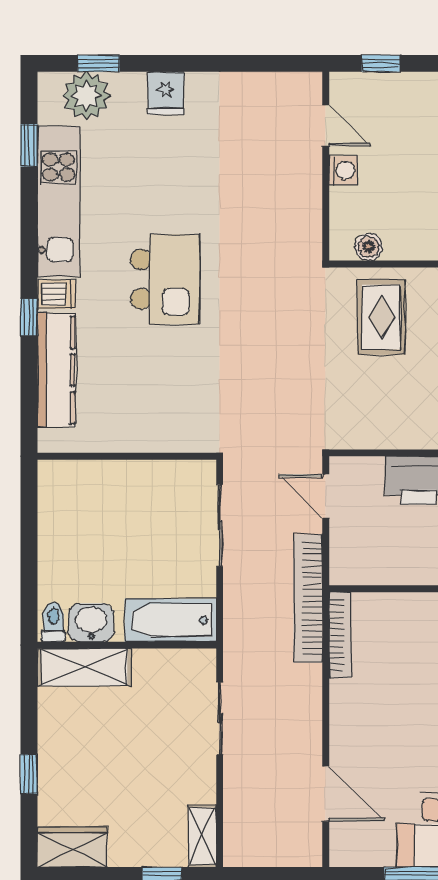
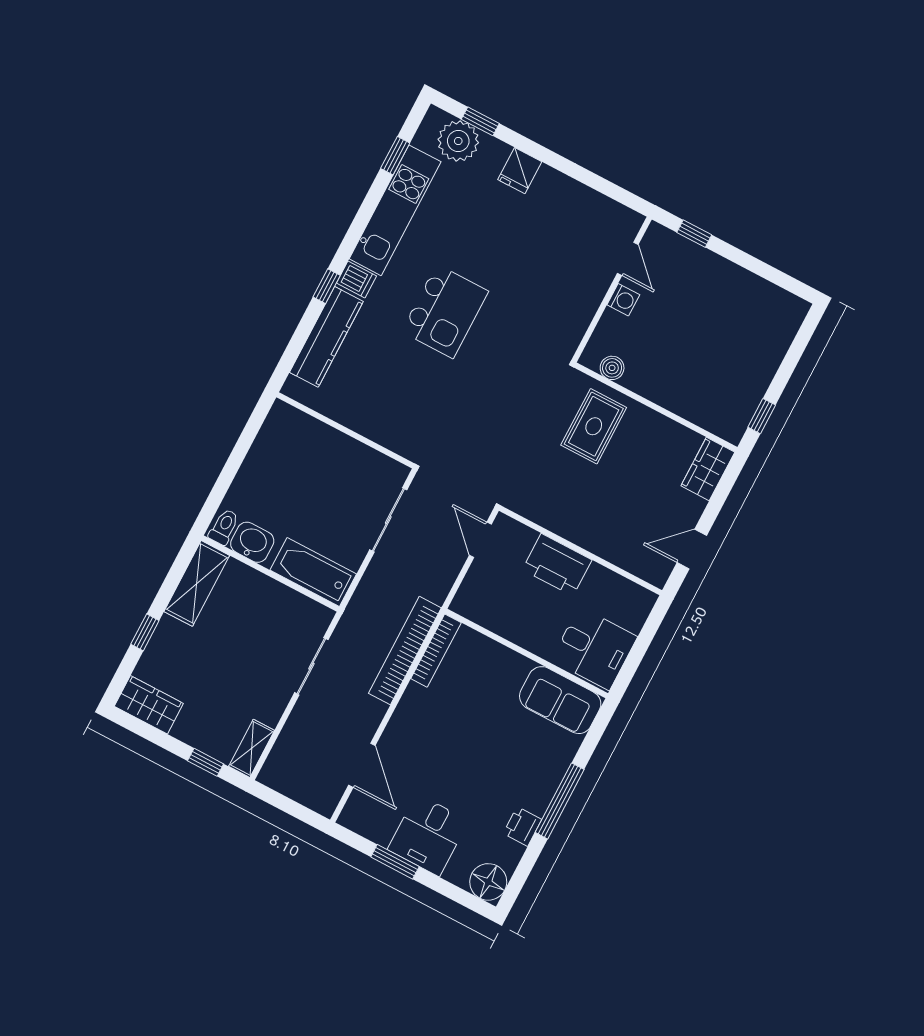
bookcase: (308, 599) -> (405, 651), moved
shelving: (84, 667) -> (197, 583), moved, turned 90

